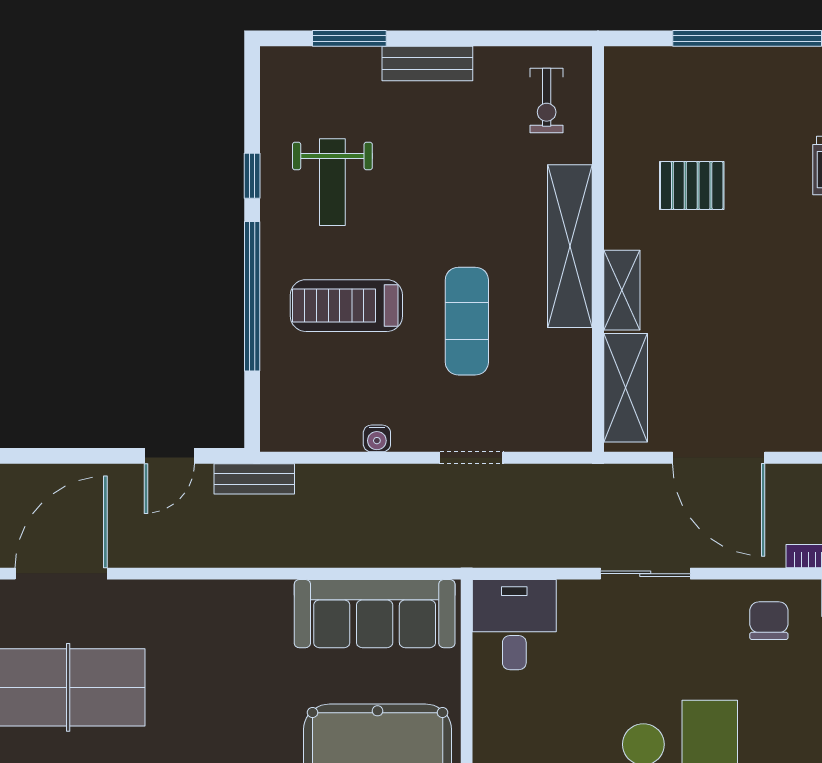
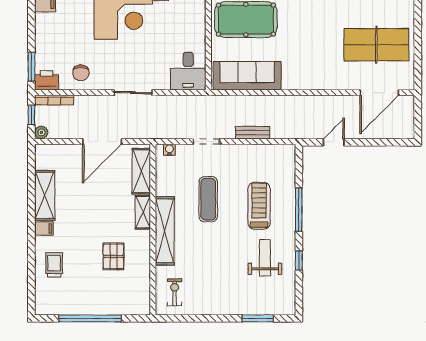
bench: (427, 63) -> (225, 308), removed
pallet: (692, 185) -> (113, 256), turned 90
window: (252, 296) -> (299, 210), width x0.68
treadmill: (346, 306) -> (259, 206), turned -90
water cooler: (377, 438) -> (169, 150), moved
door: (719, 458) -> (102, 142), swing flipped
bench: (254, 479) -> (253, 133), moved

